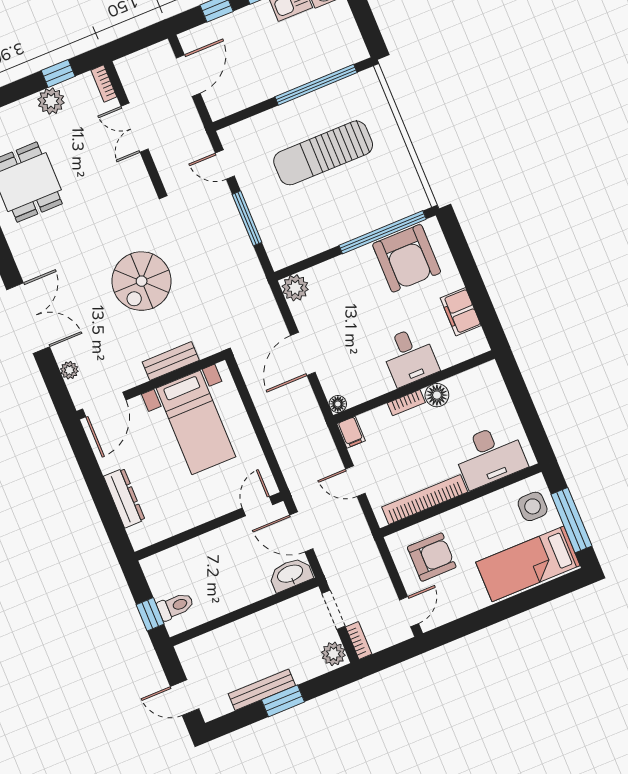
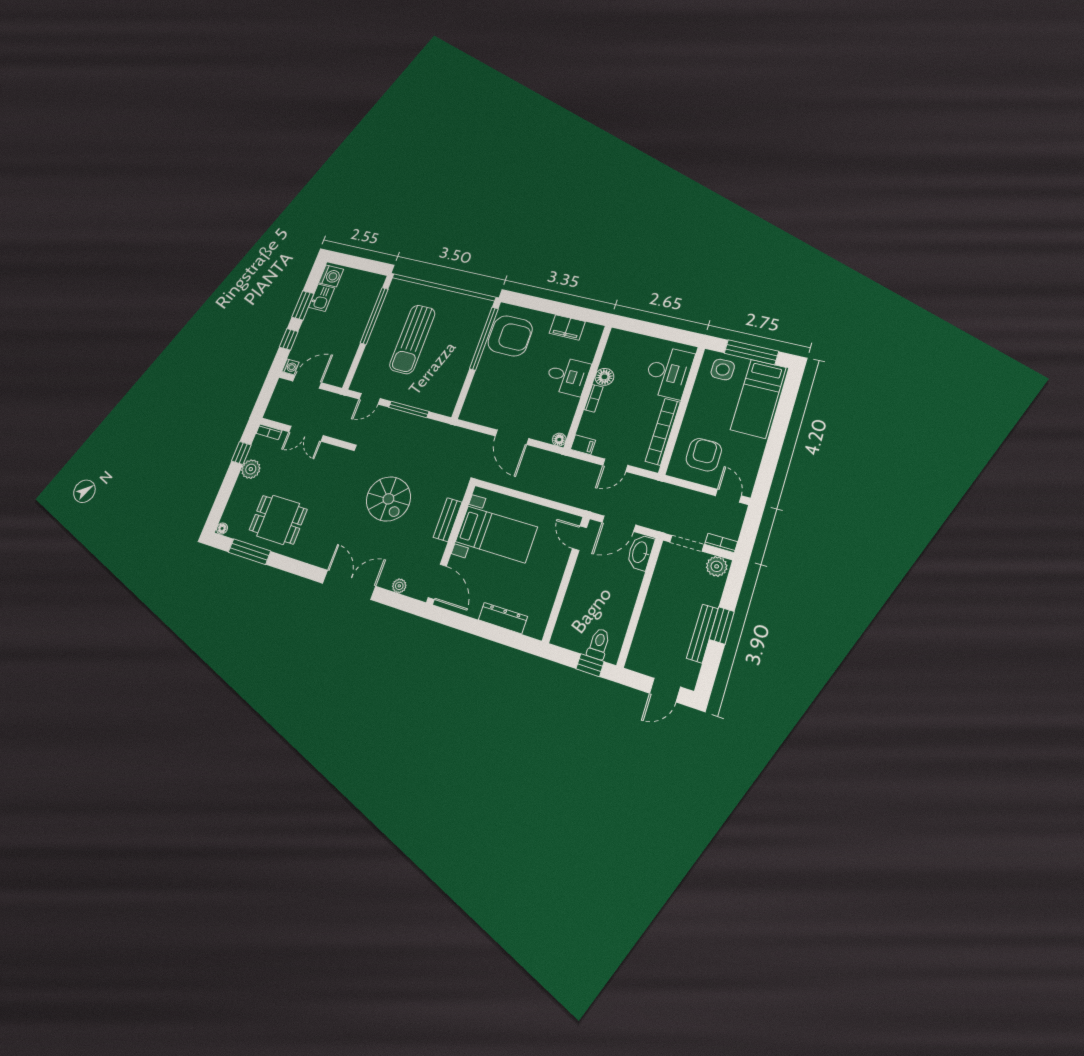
washing machine: (189, 40) -> (290, 367), added
door: (188, 76) -> (307, 382), hinge flipped
plant: (295, 288) -> (471, 412), removed

